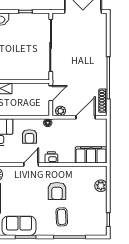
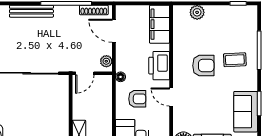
bench: (102, 49) -> (31, 11), added
door: (51, 93) -> (85, 73), swing flipped
printer: (51, 157) -> (159, 66), width x1.87, depth x1.48

